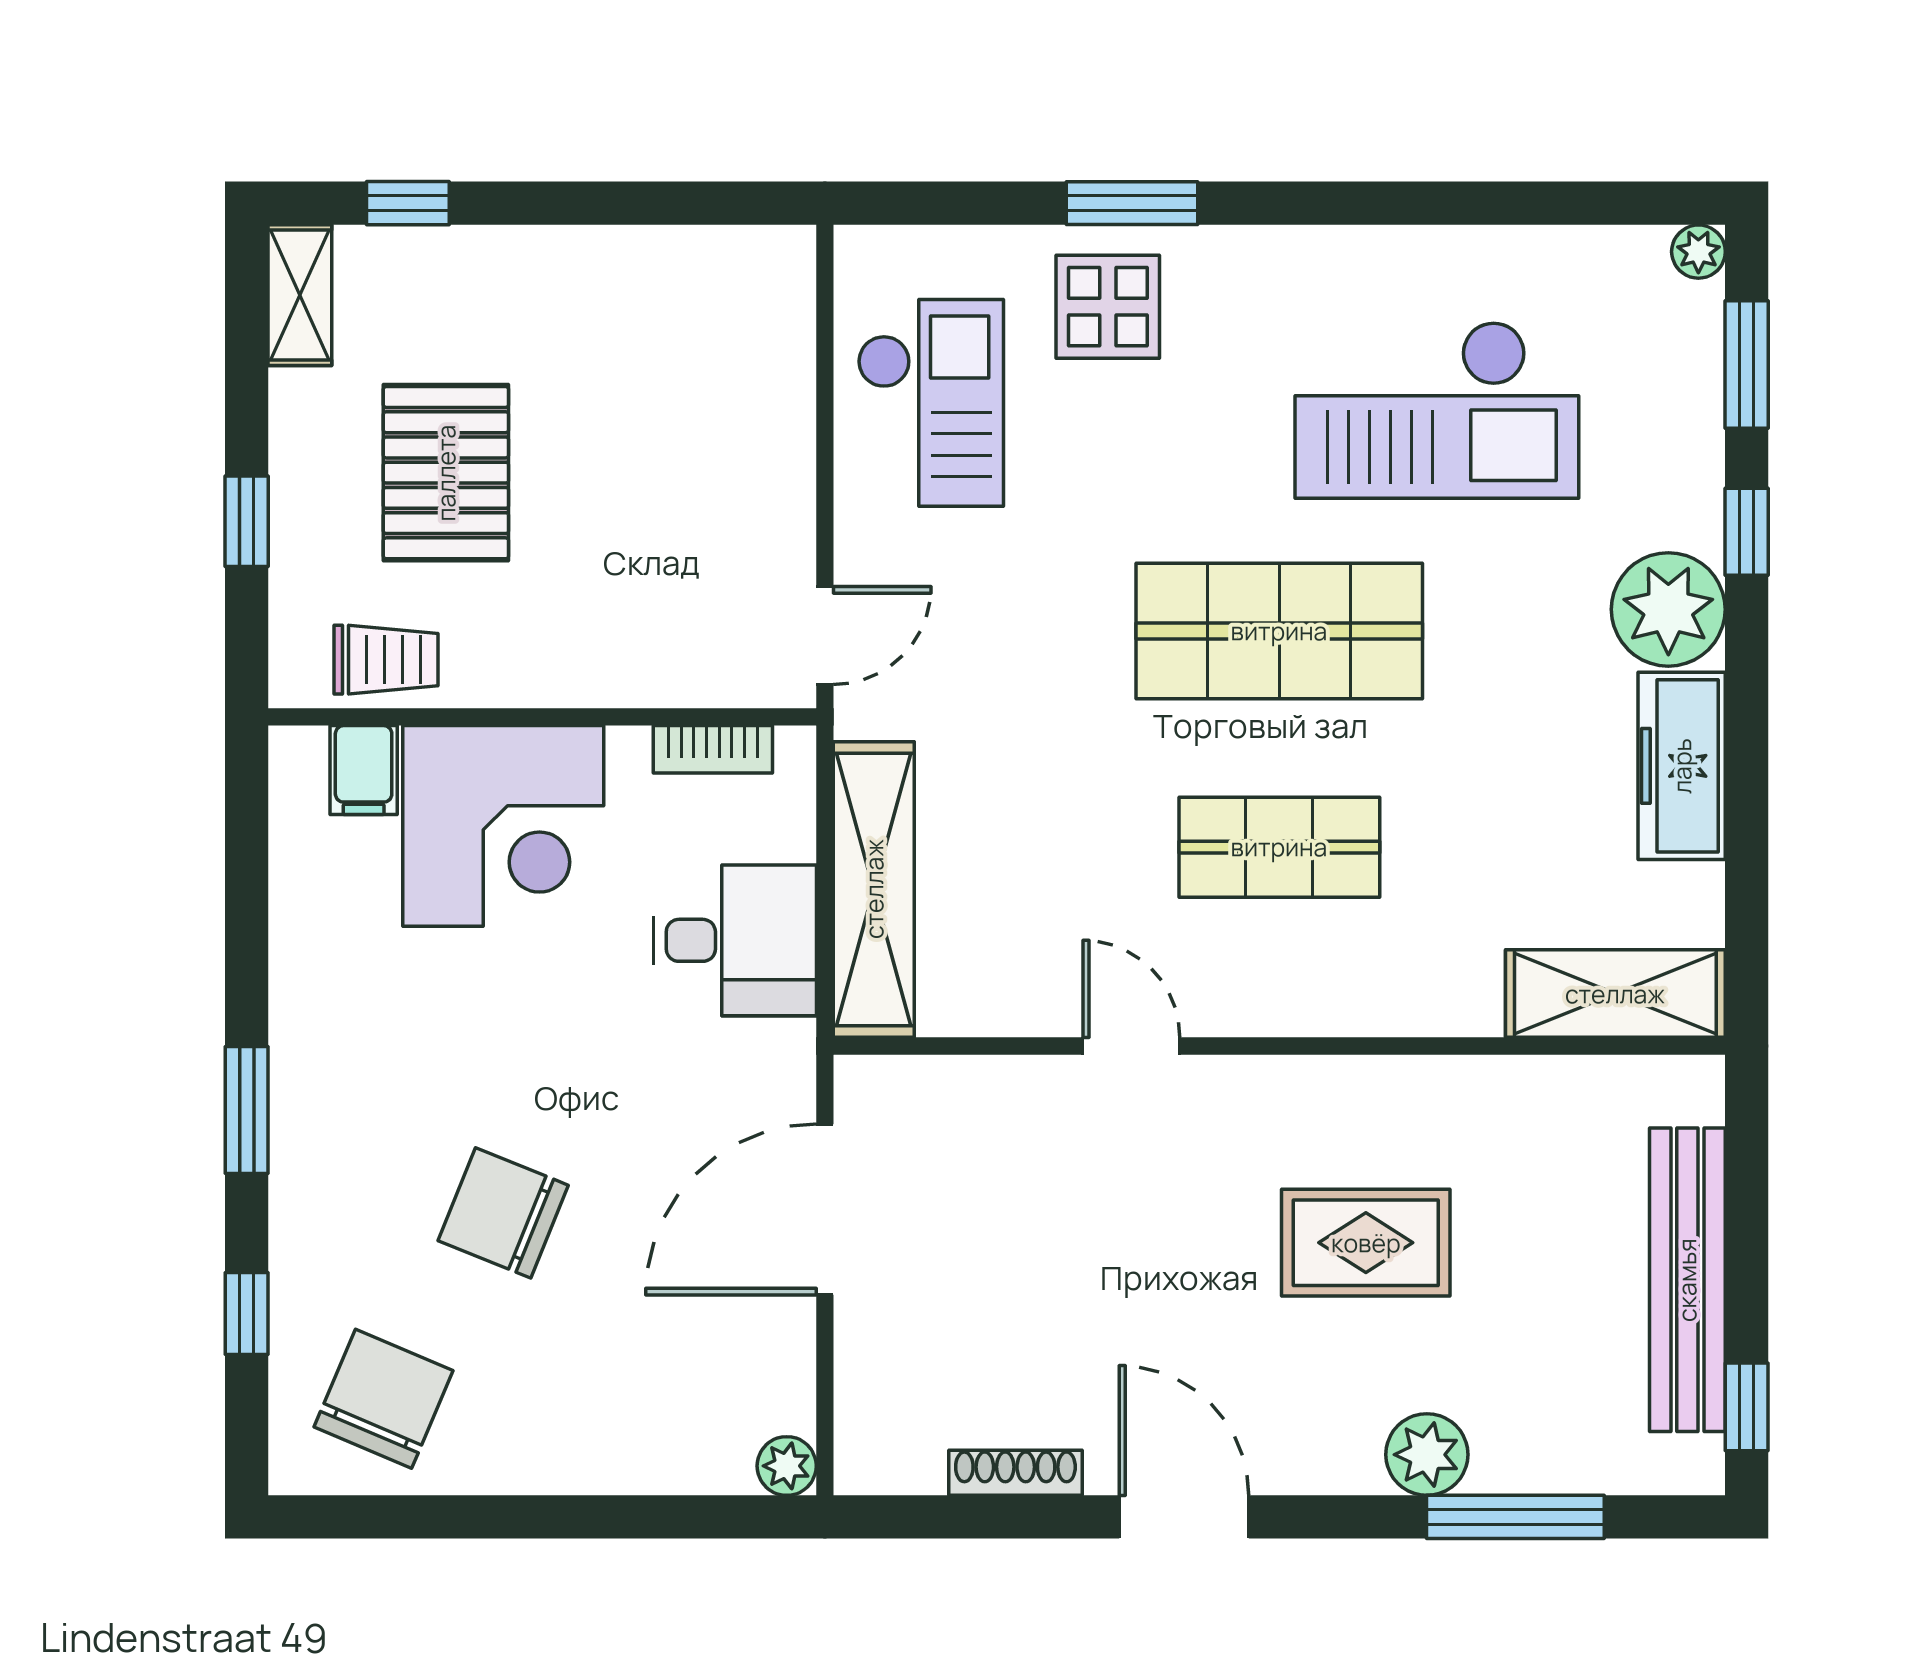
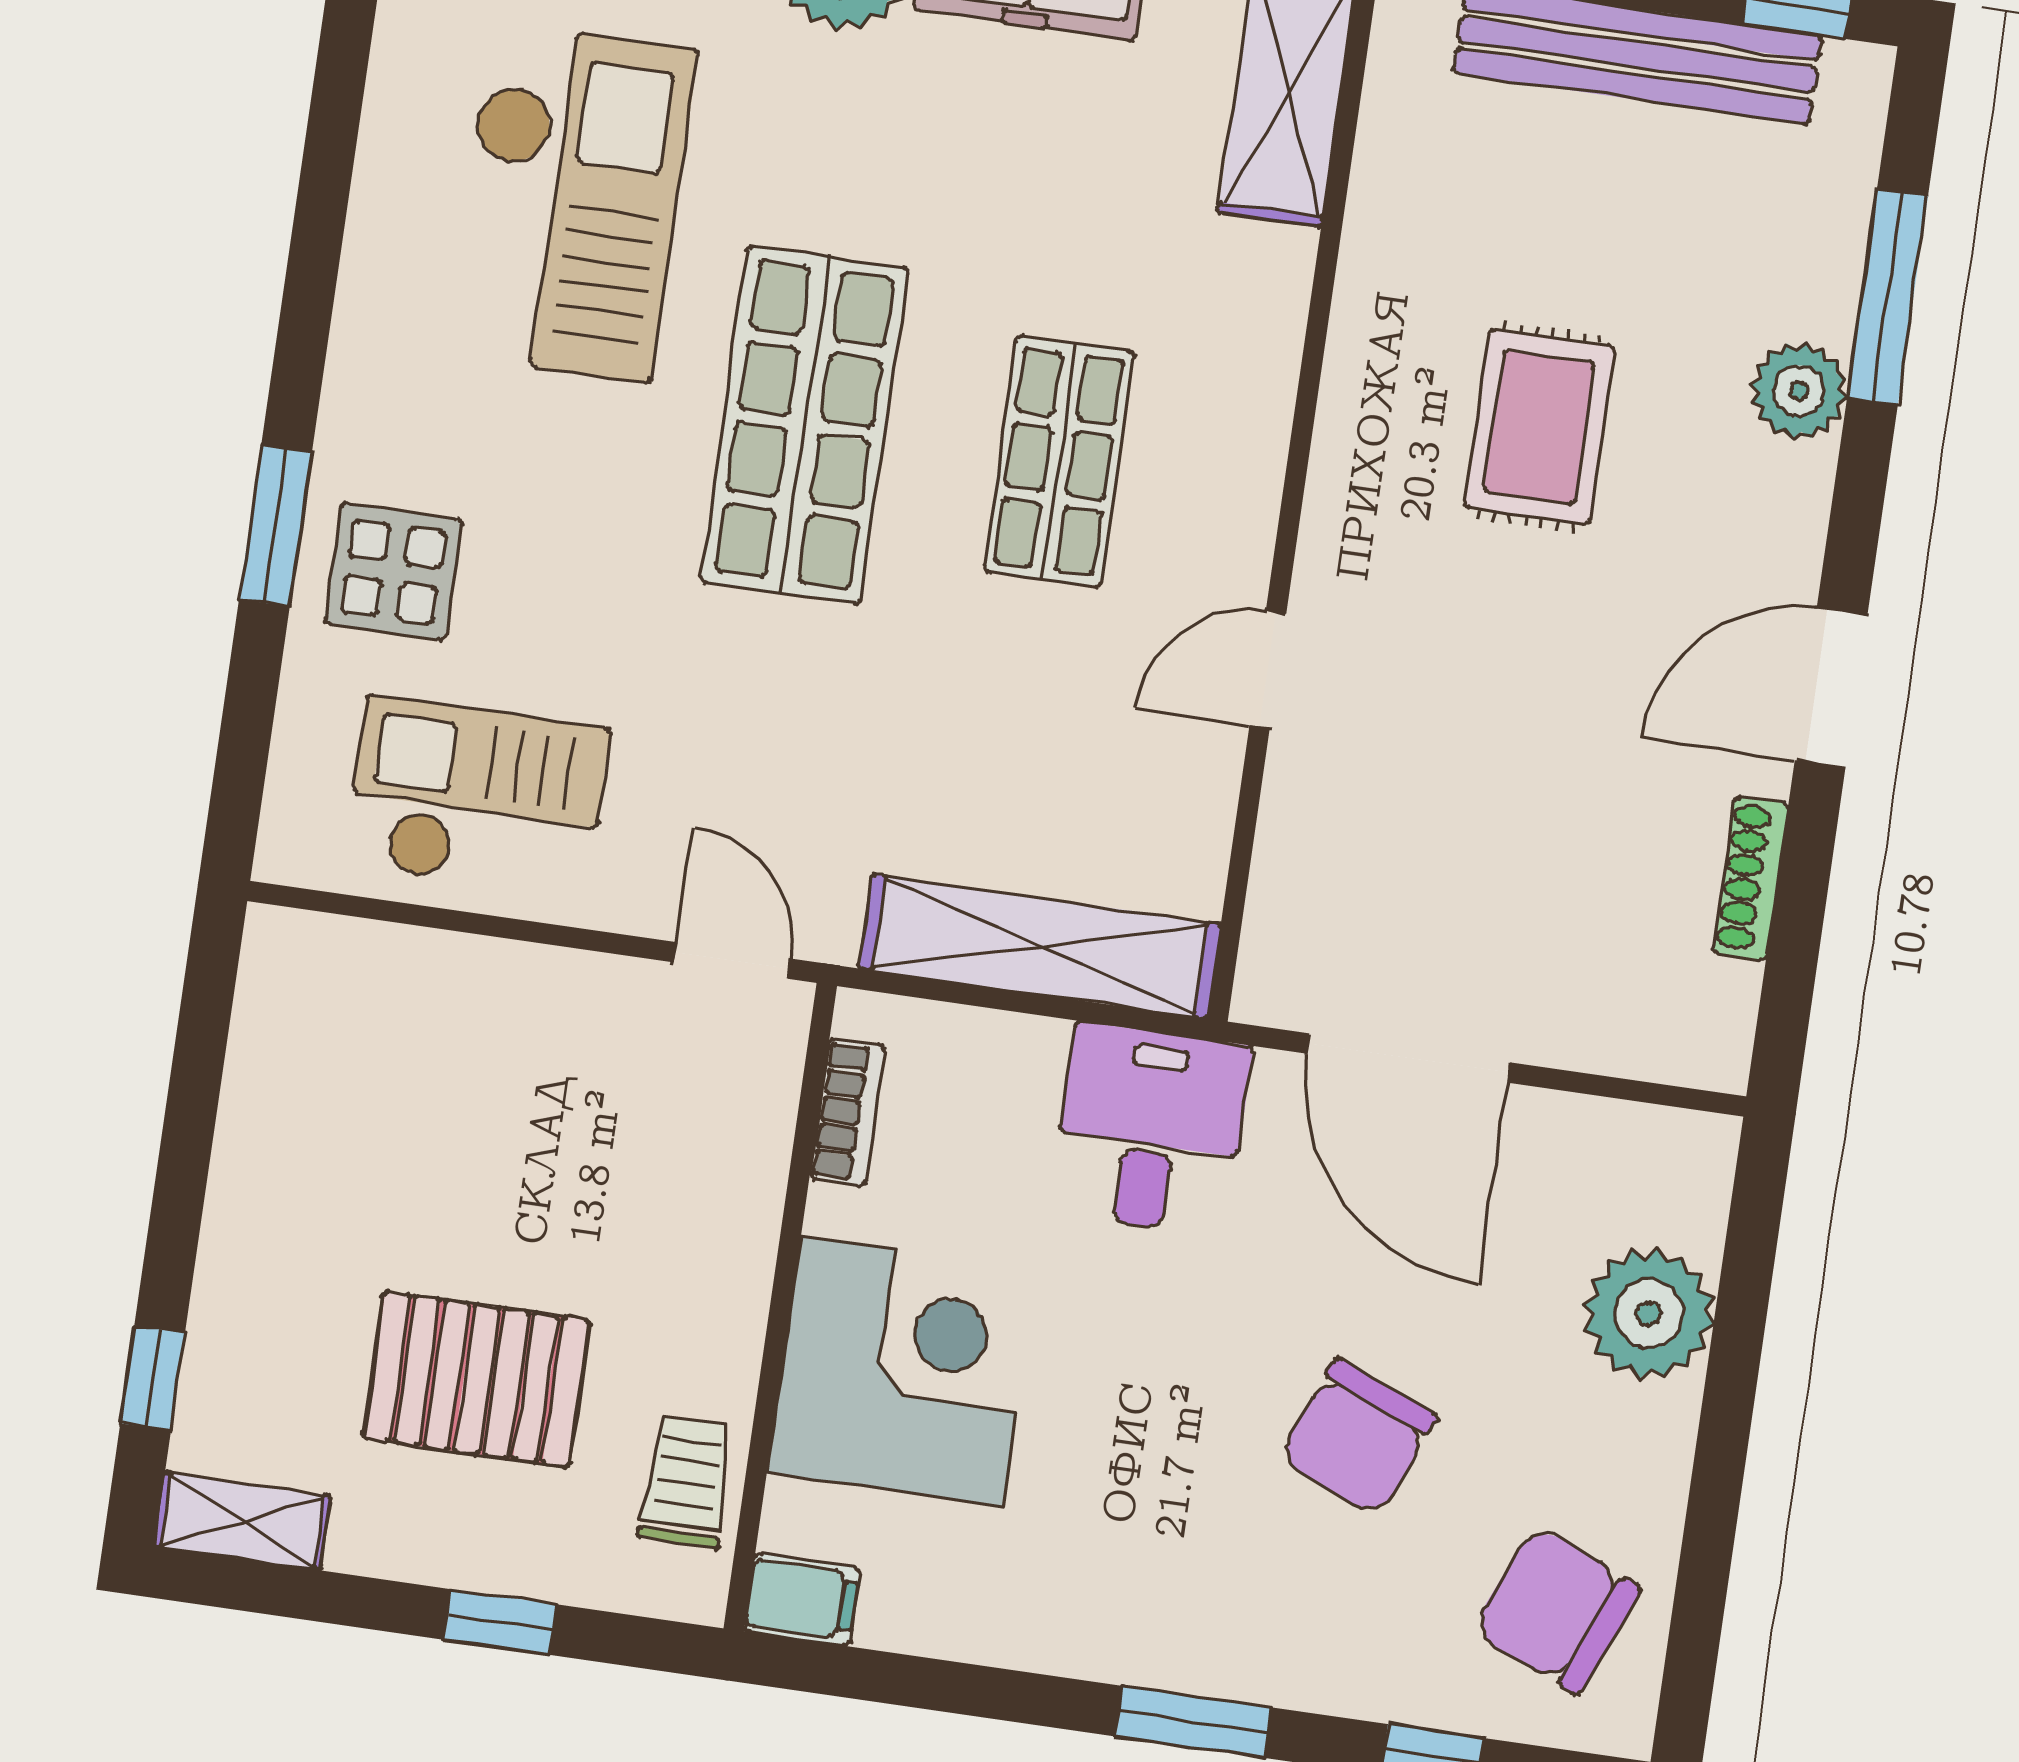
filing cabinet: (364, 770) -> (802, 1600), moved
desk: (735, 940) -> (1151, 1129), moved
plant: (787, 1466) -> (1649, 1314), moved, width x1.87, depth x1.87

